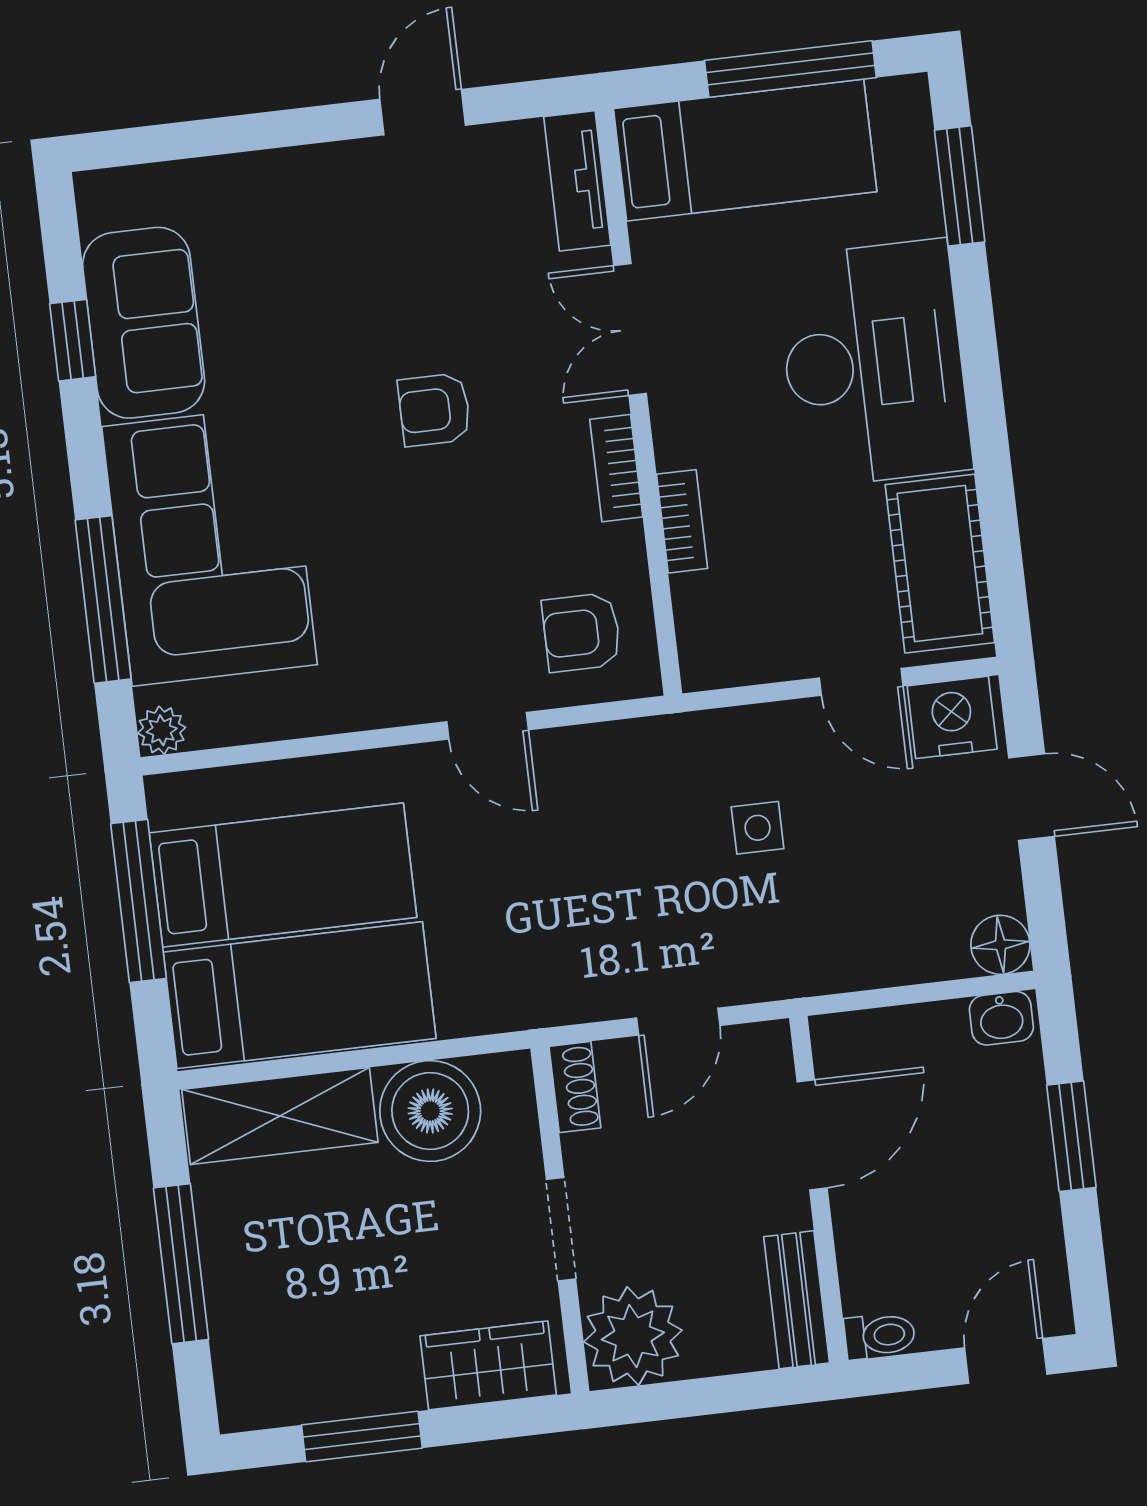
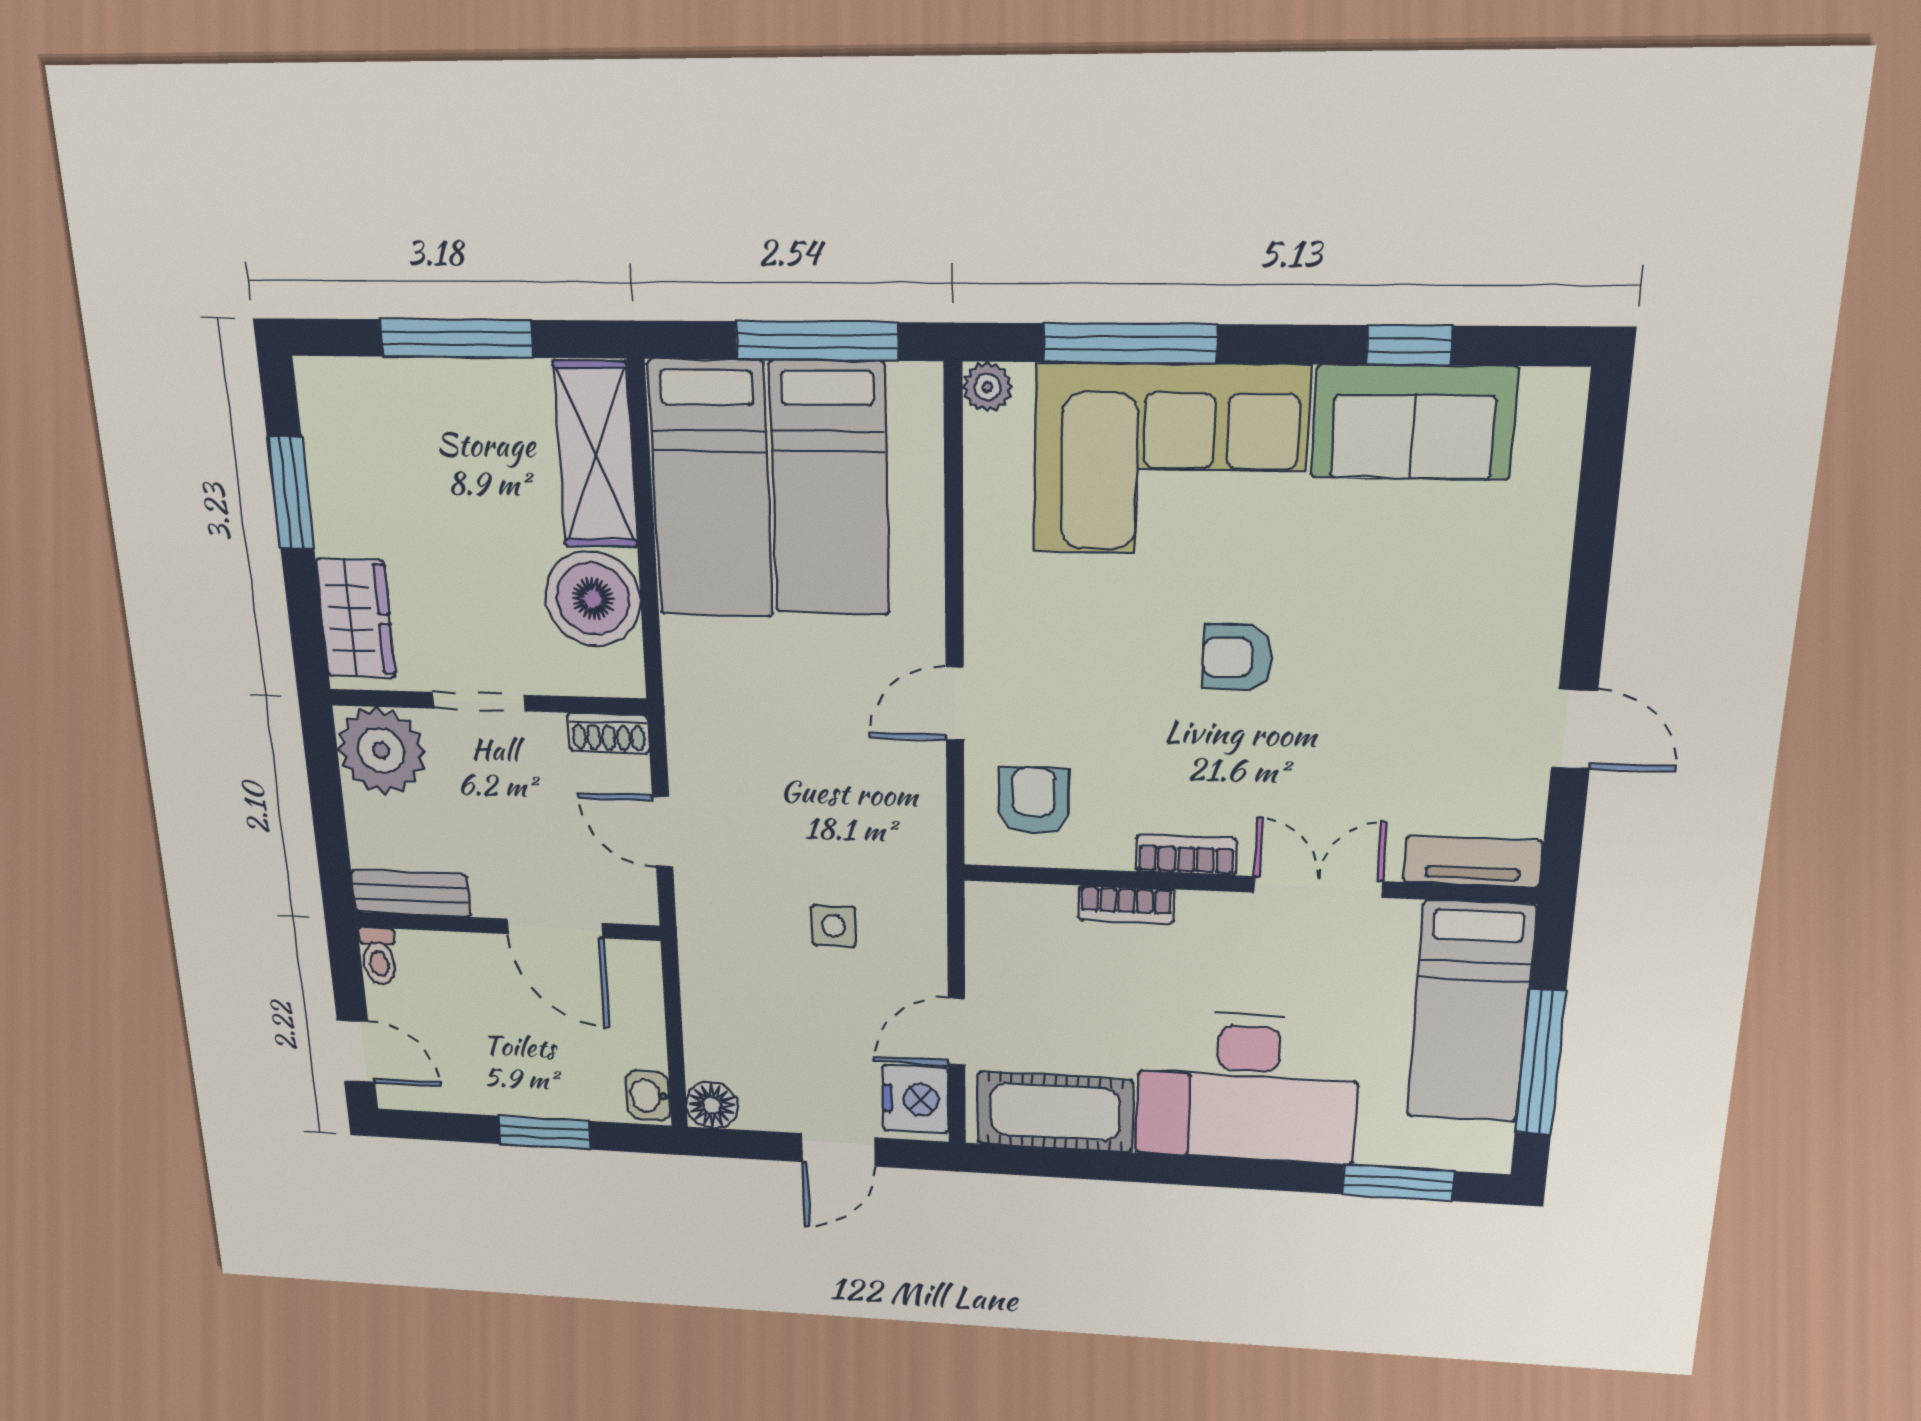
armchair: (434, 410) -> (1237, 657), moved, turned -90

